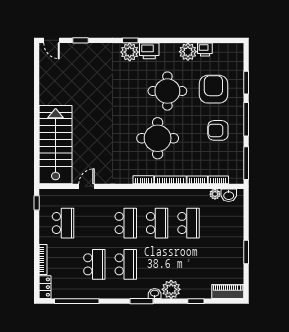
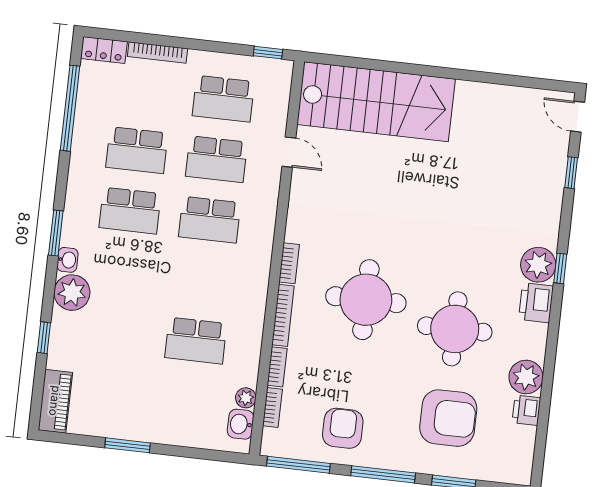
door: (51, 40) -> (578, 117), hinge flipped
armchair: (218, 130) -> (343, 428), moved
school desk: (157, 223) -> (216, 159), moved

